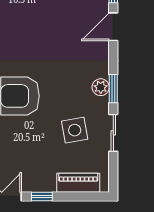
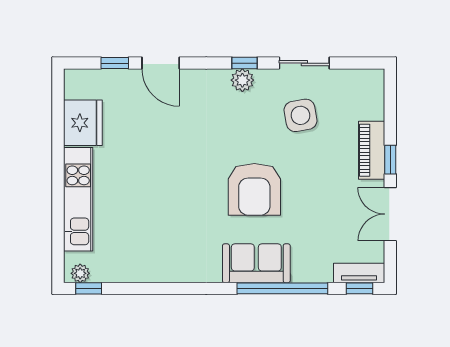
window: (113, 89) -> (244, 63), width x0.67
piano: (78, 183) -> (372, 150), moved

